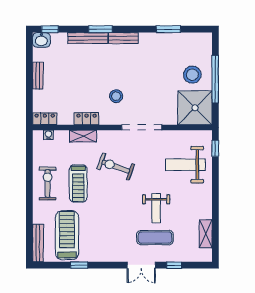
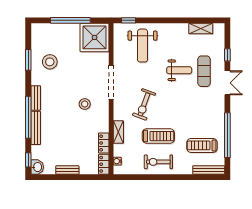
window: (100, 29) -> (28, 117), width x2.11
stool: (192, 75) -> (50, 62), moved
locker: (87, 119) -> (104, 143), moved
treadmill: (67, 235) -> (202, 145), width x0.73, depth x0.73
window: (79, 265) -> (227, 135), width x3.17

